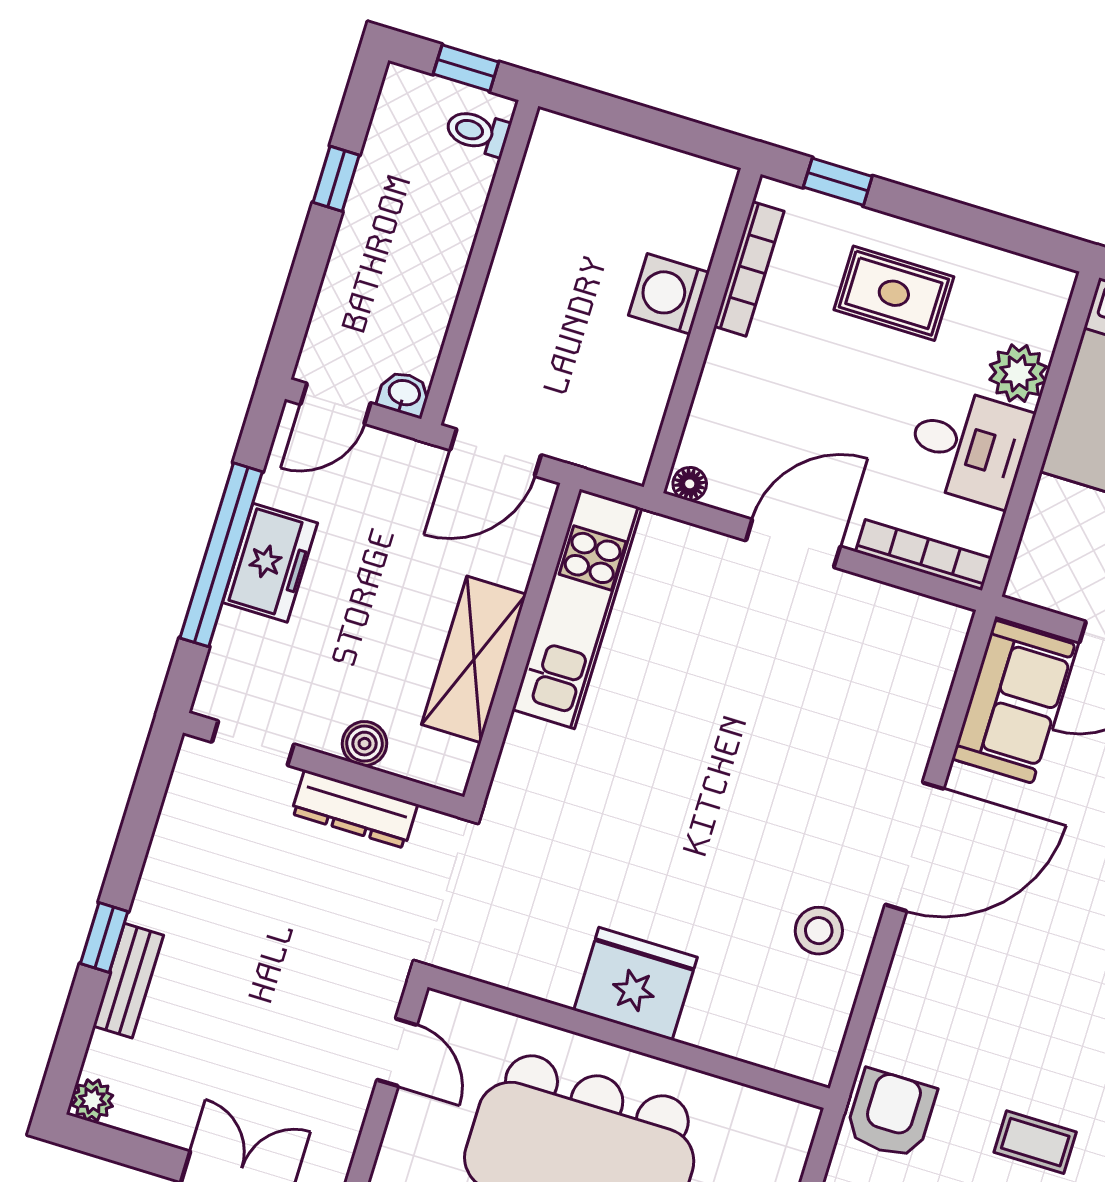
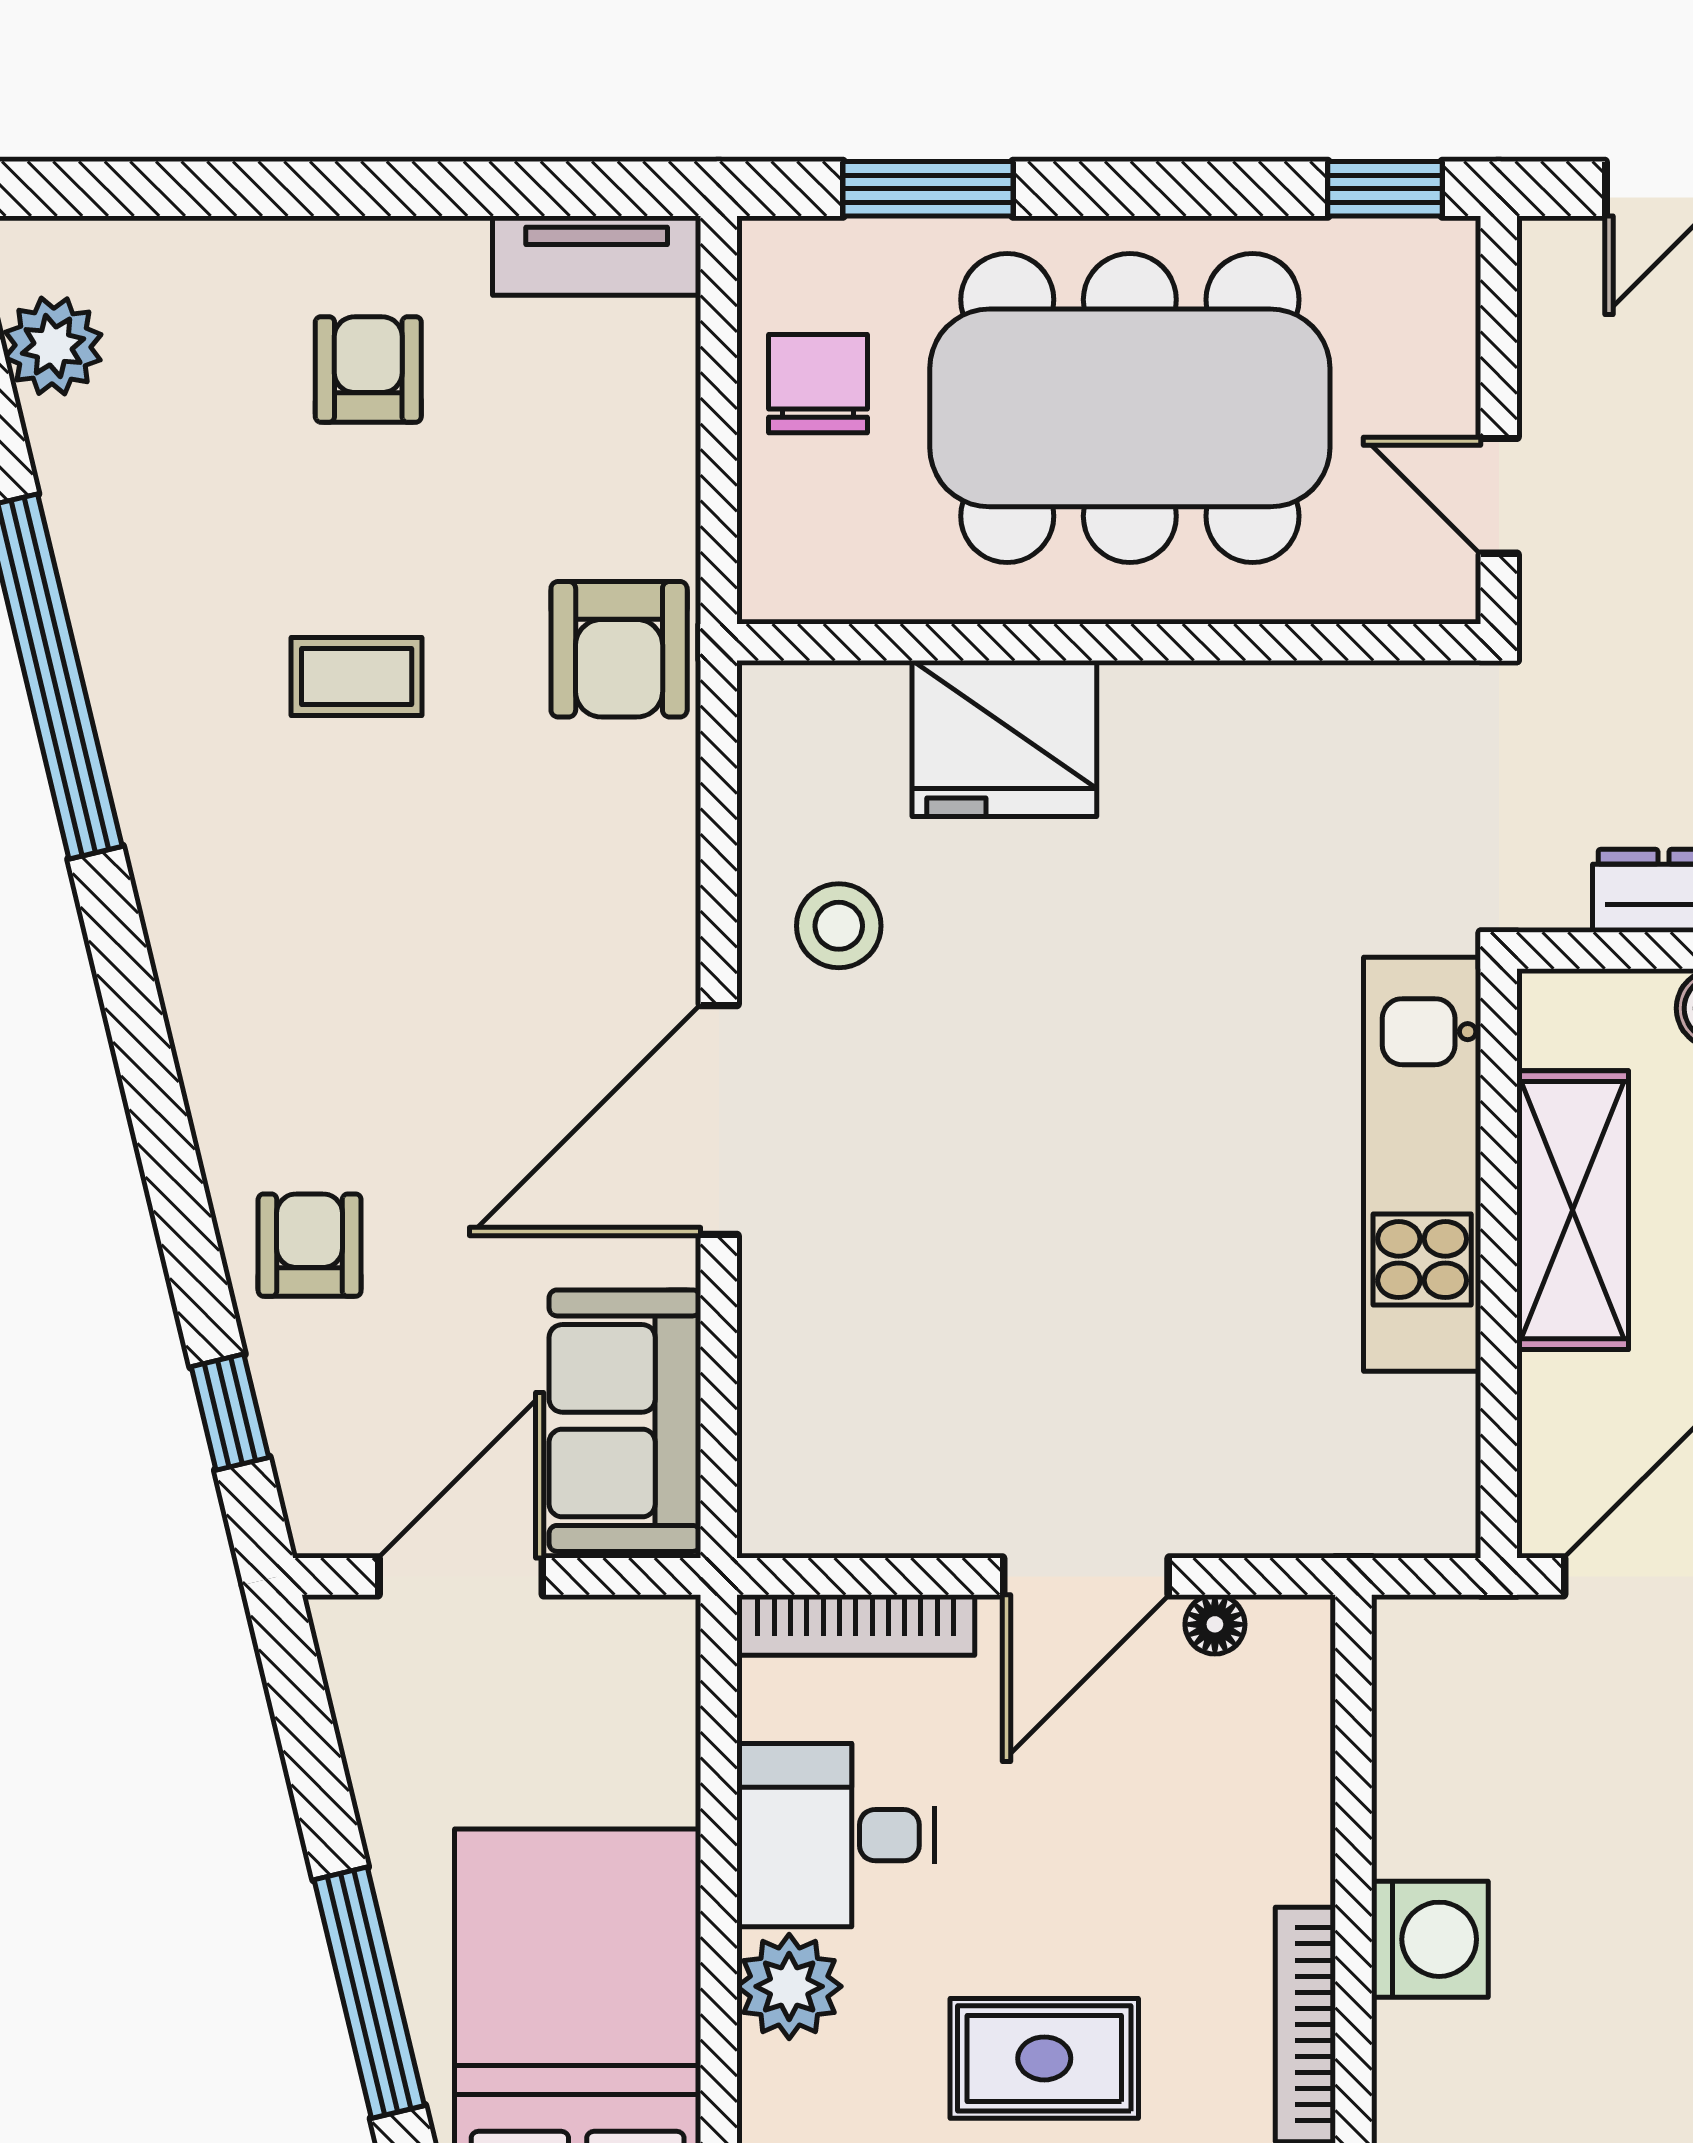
floor lamp: (690, 484) -> (1215, 1624), moved
kitchen unit: (577, 609) -> (1422, 1164), moved
fridge: (635, 984) -> (1004, 738), moved

